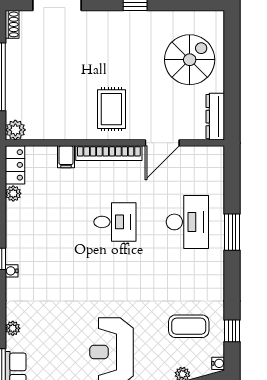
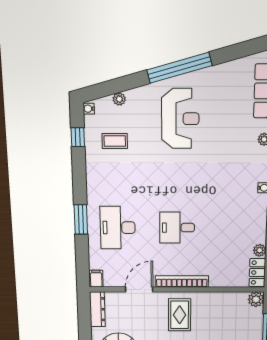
filing cabinet: (66, 157) -> (96, 279), moved
coffee table: (189, 326) -> (115, 141), width x0.73, depth x0.77

